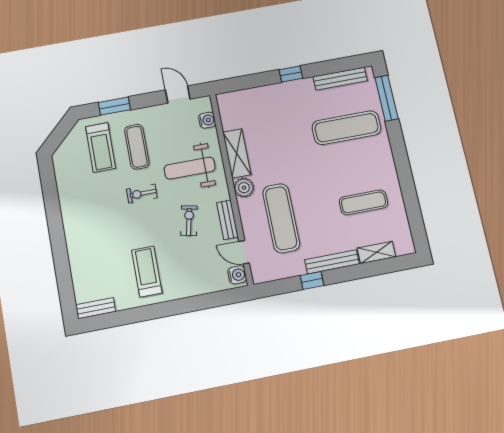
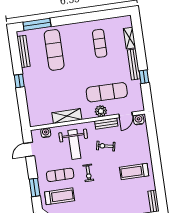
plant: (244, 188) -> (101, 111), moved

